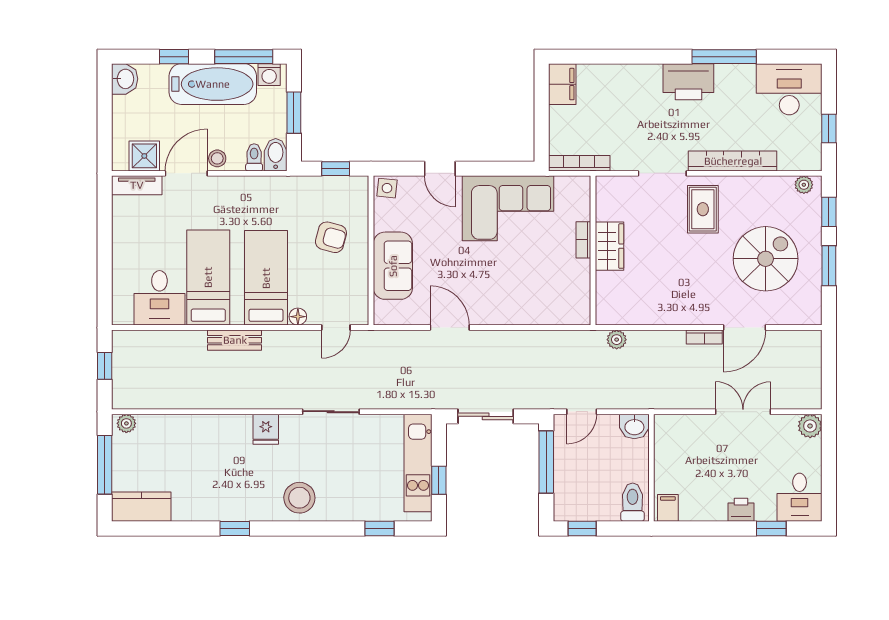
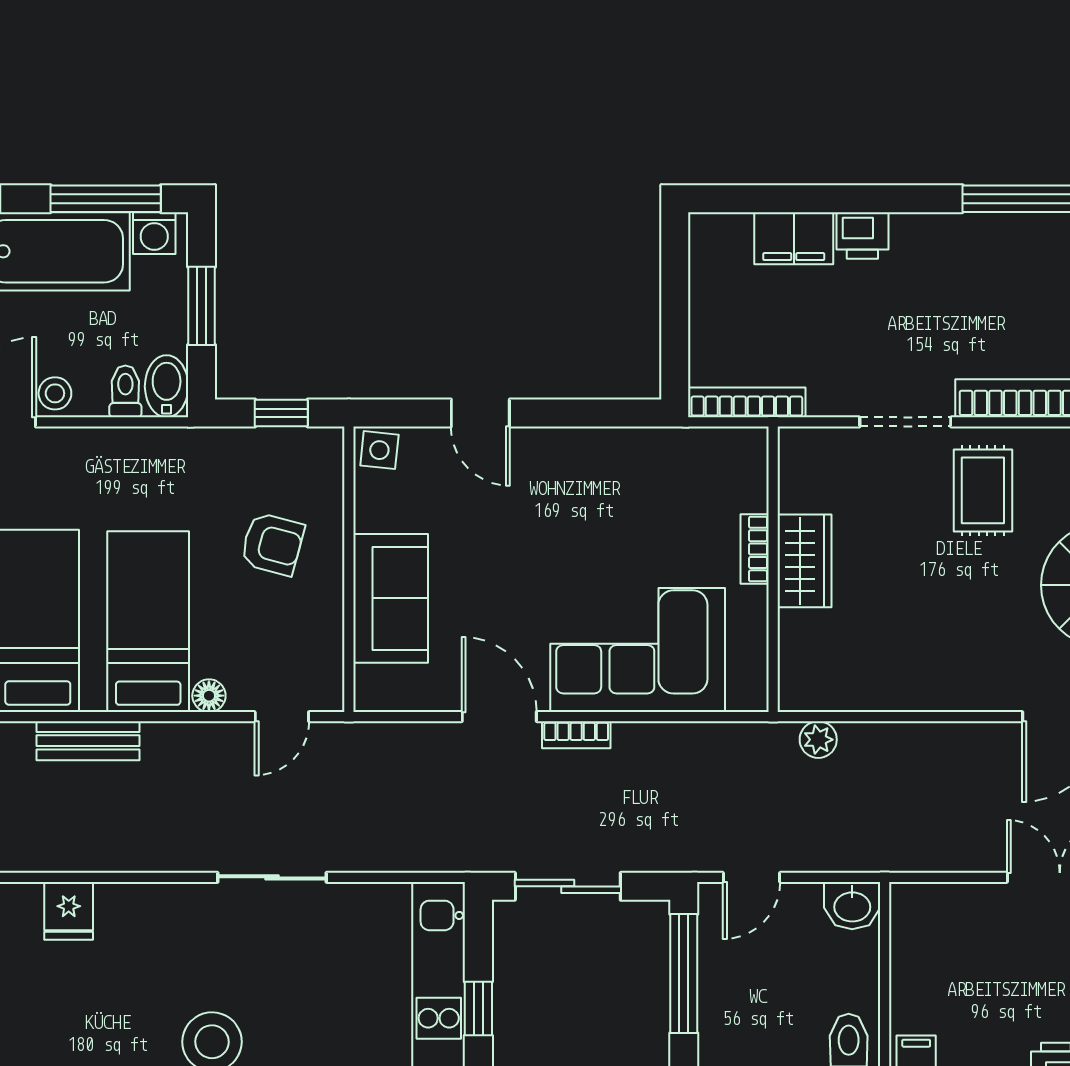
printer: (688, 82) -> (862, 236), moved, width x0.53, depth x0.68
filing cabinet: (562, 84) -> (794, 238), moved, turned 90
corner sofa: (508, 208) -> (638, 650), moved, turned 180
bookcase: (704, 337) -> (576, 735), moved
fridge: (266, 429) -> (69, 911), moved

